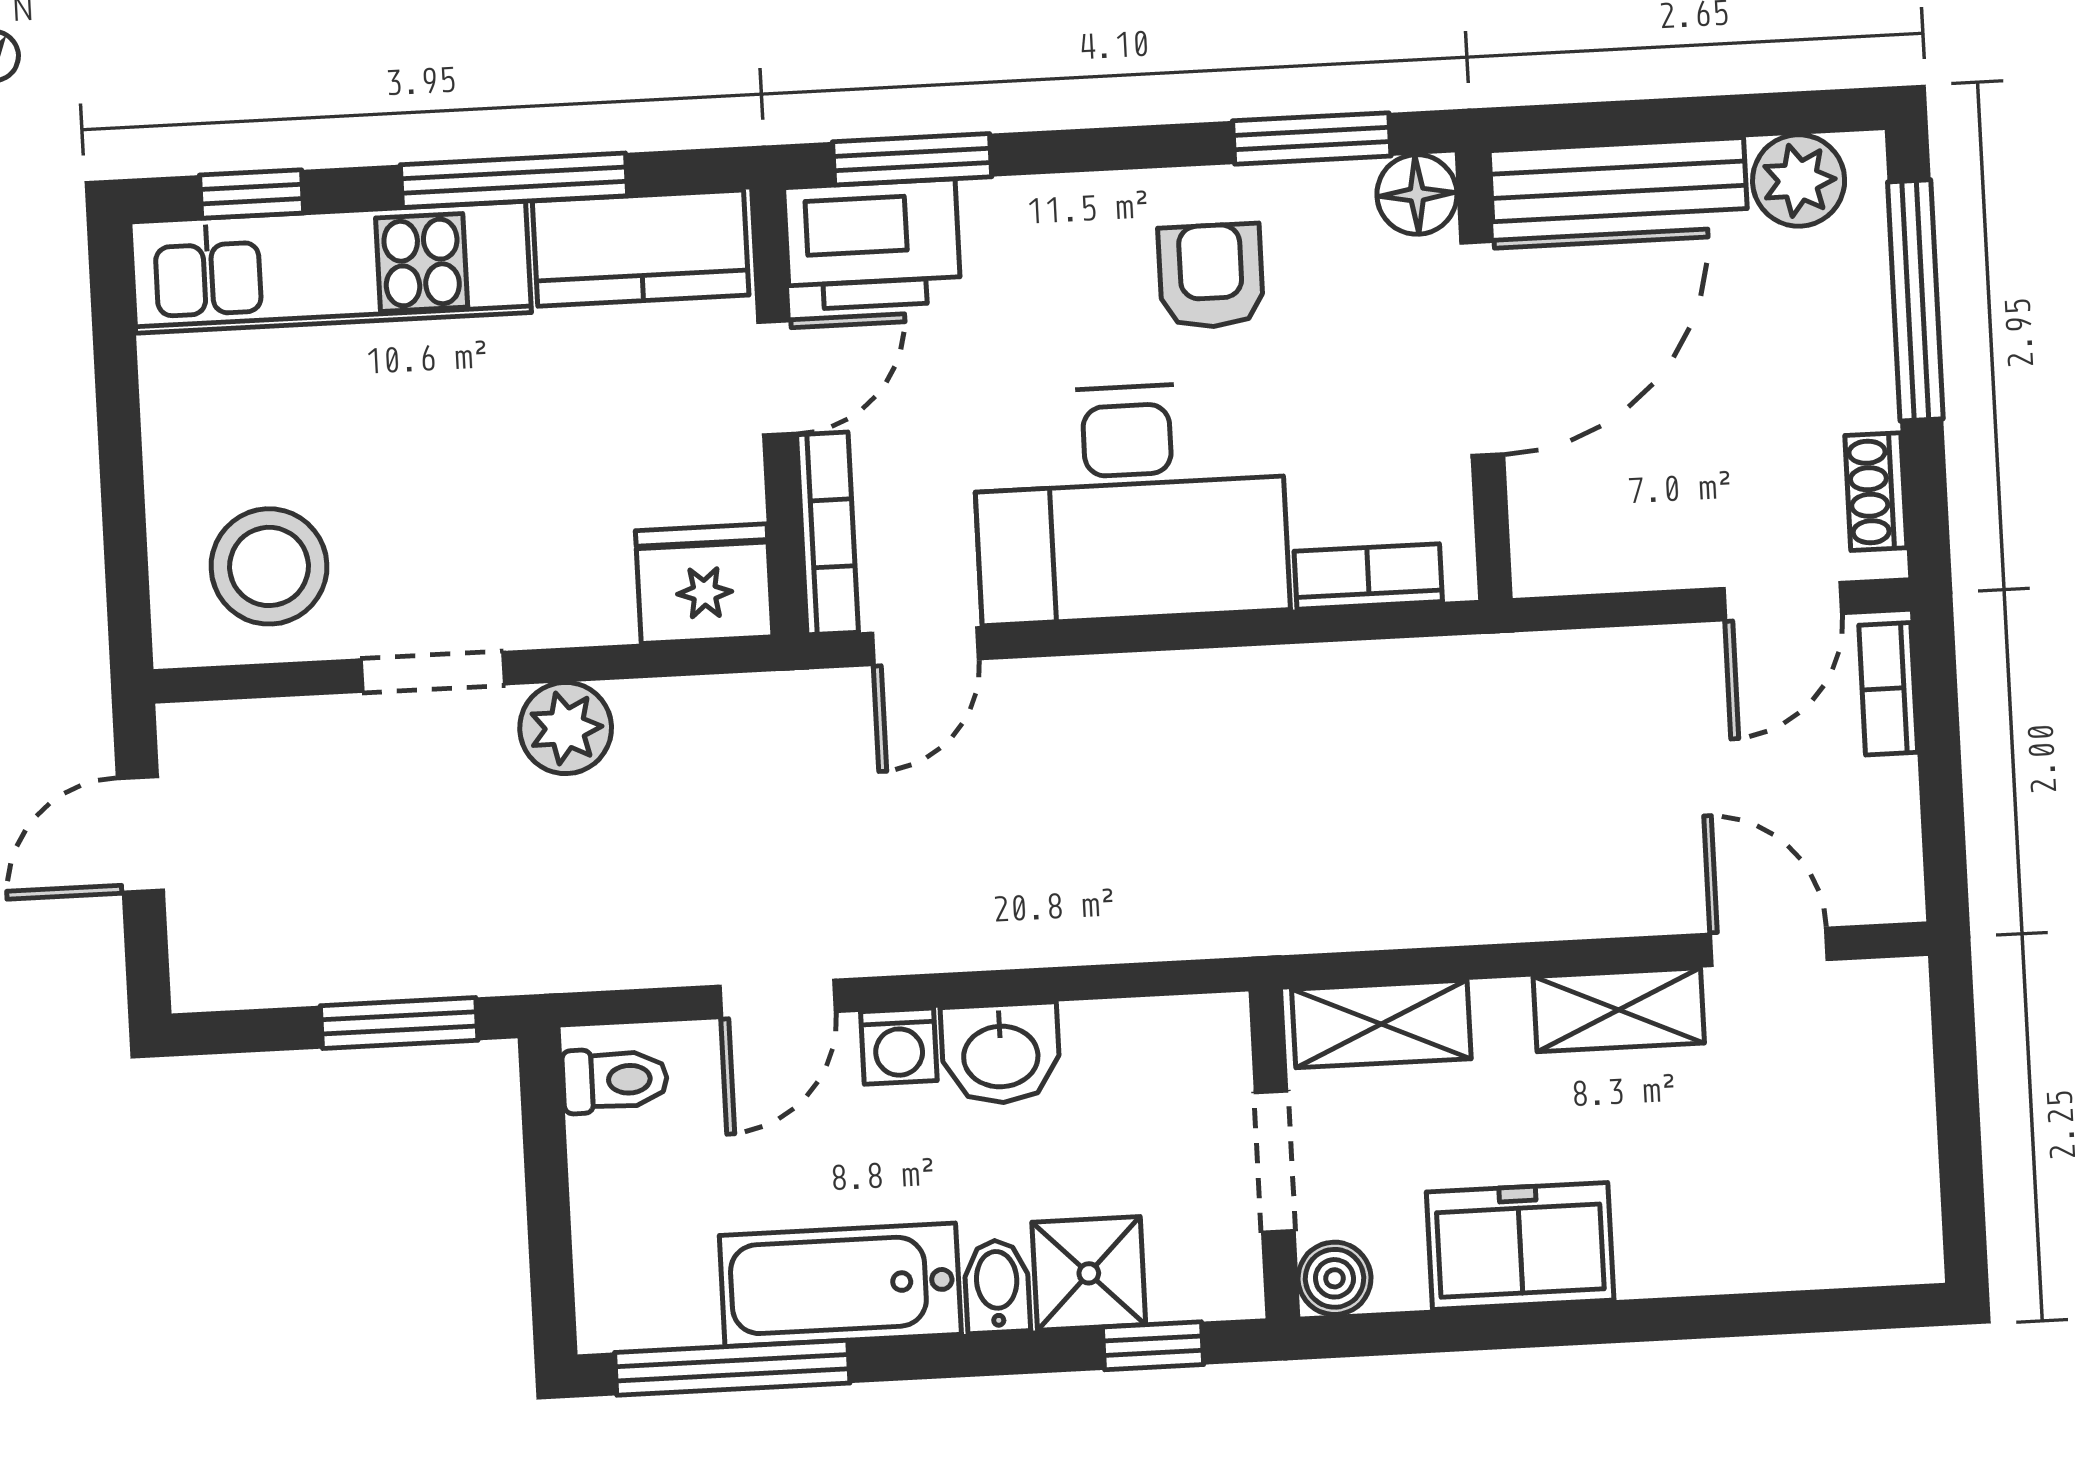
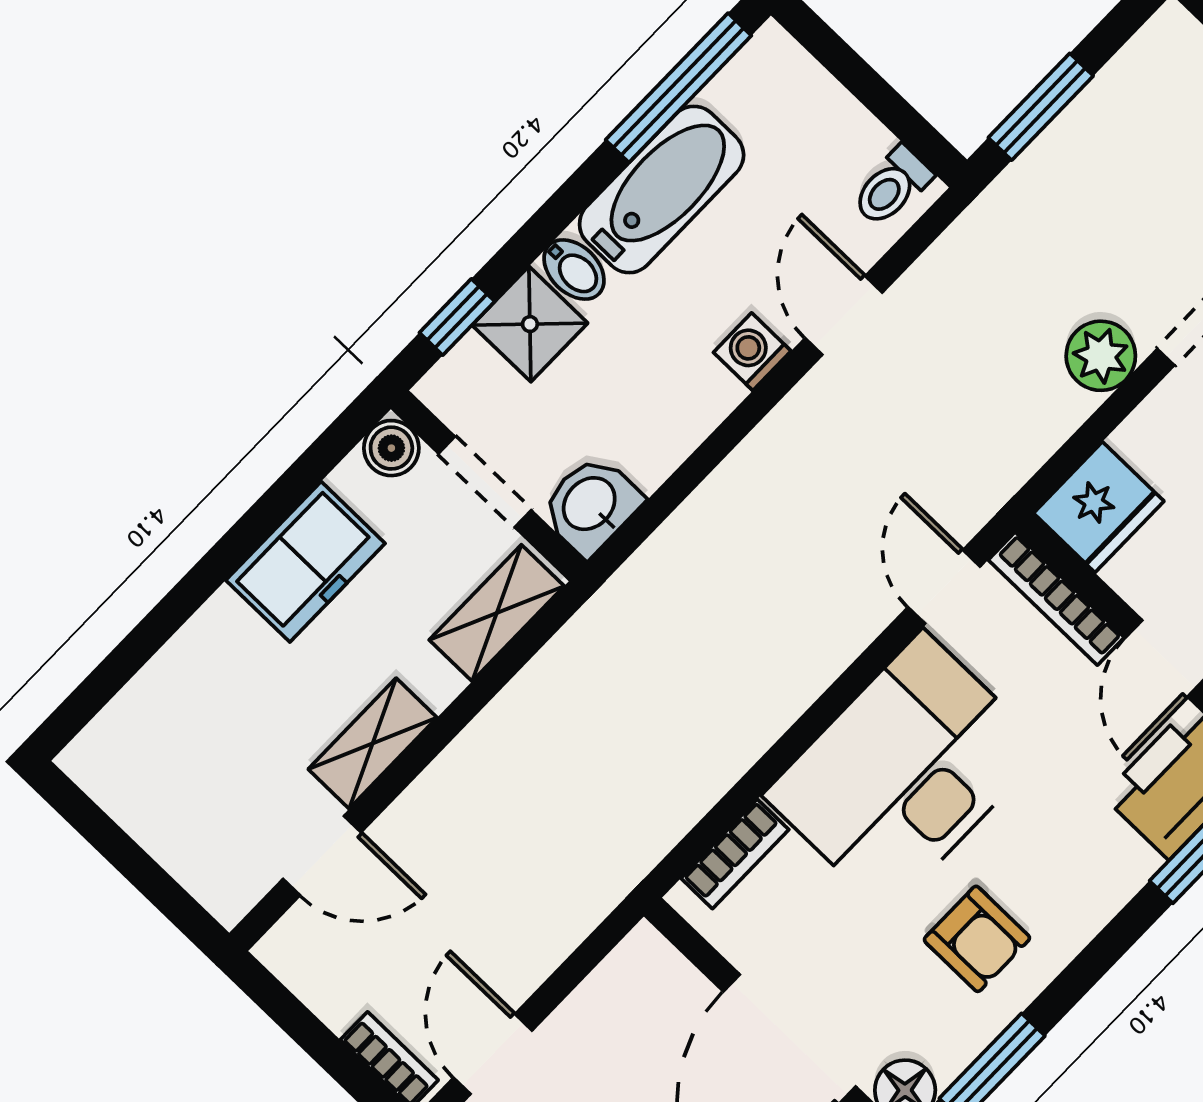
washbasin: (1001, 1054) -> (591, 505), moved

